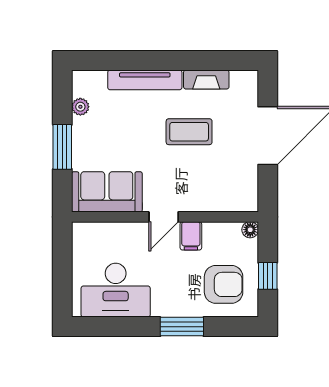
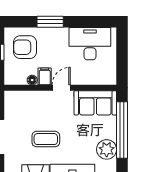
plant: (80, 107) -> (107, 149), width x1.88, depth x1.88
window: (62, 147) -> (122, 130), width x2.11
floor lamp: (250, 230) -> (32, 80), moved

